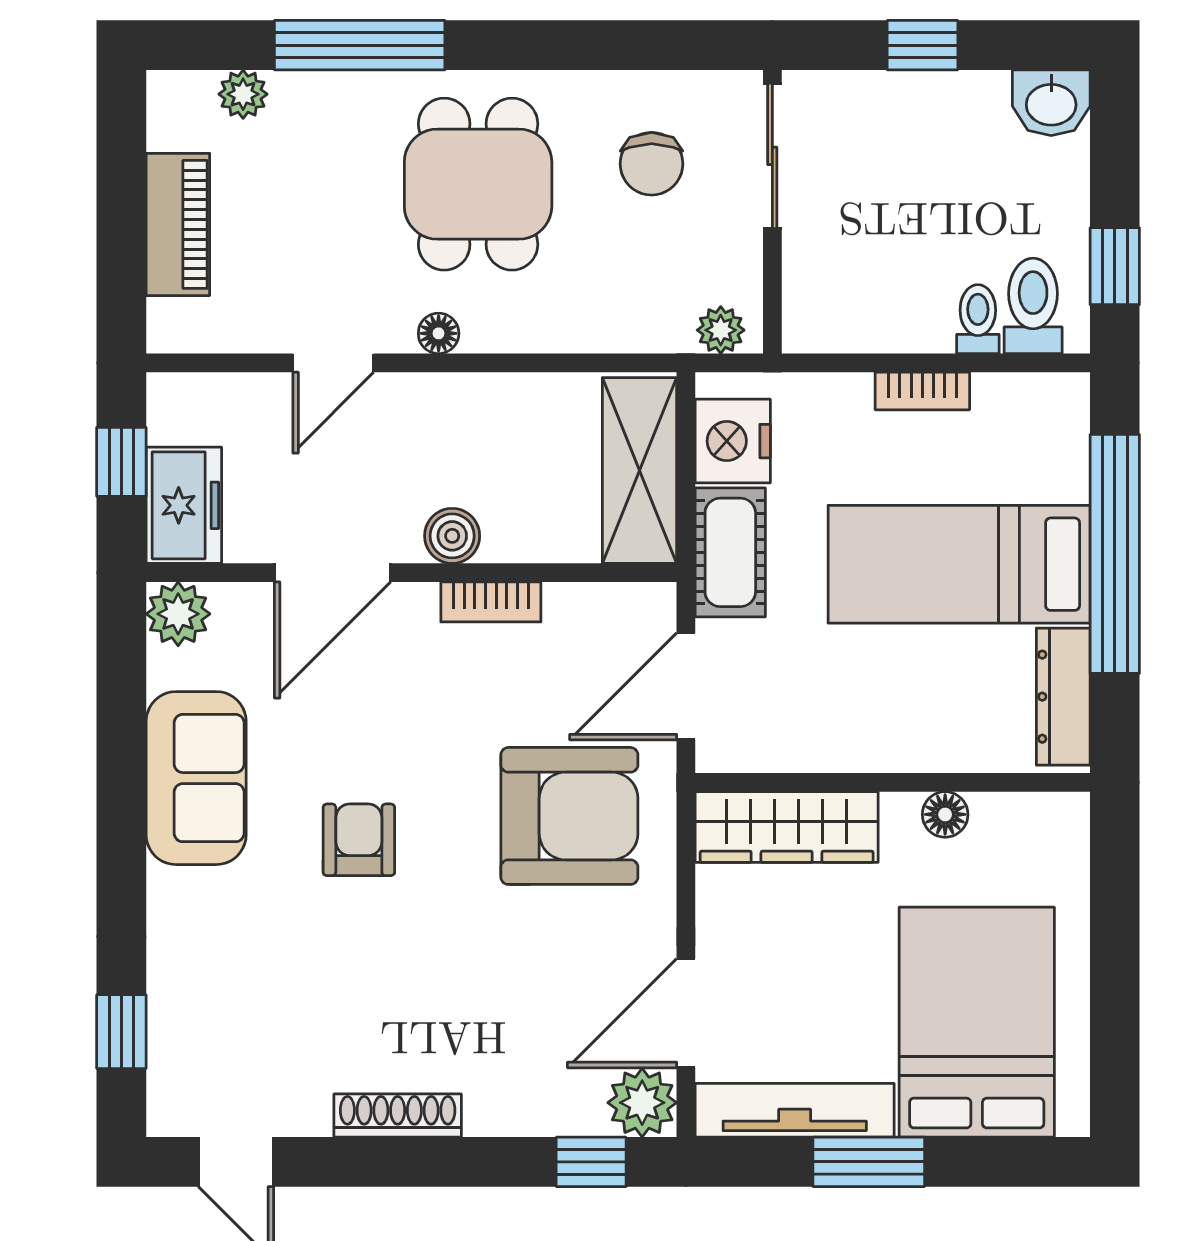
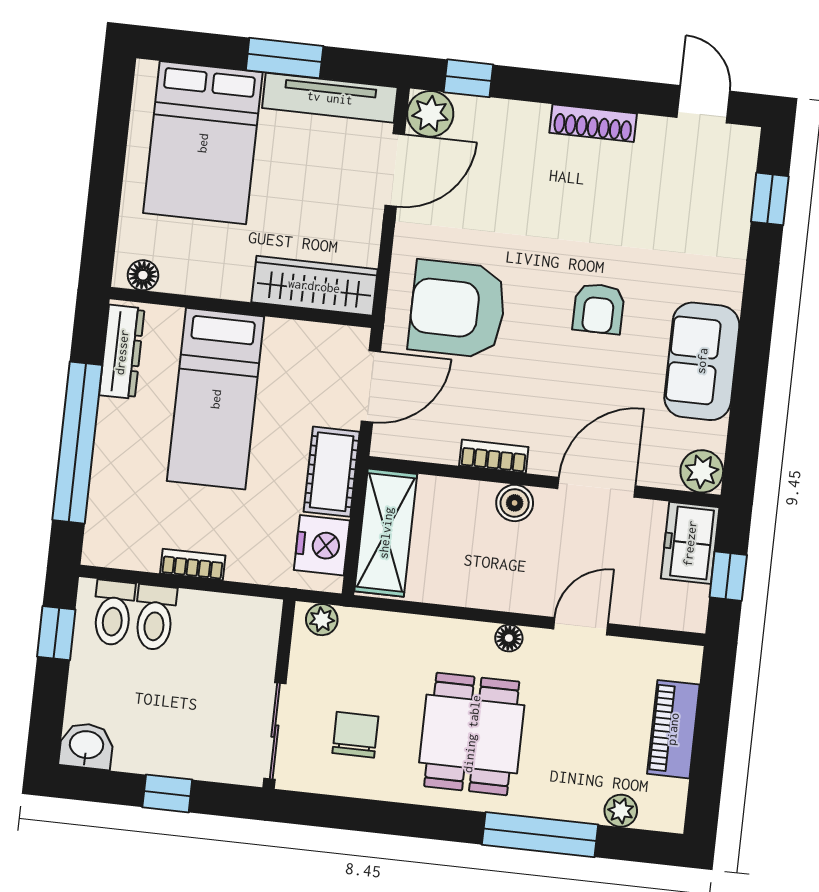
toilet: (978, 319) -> (155, 617), width x1.37, depth x1.39
bed: (959, 564) -> (216, 399), moved, turned 90
floor lamp: (945, 814) -> (143, 275), moved

